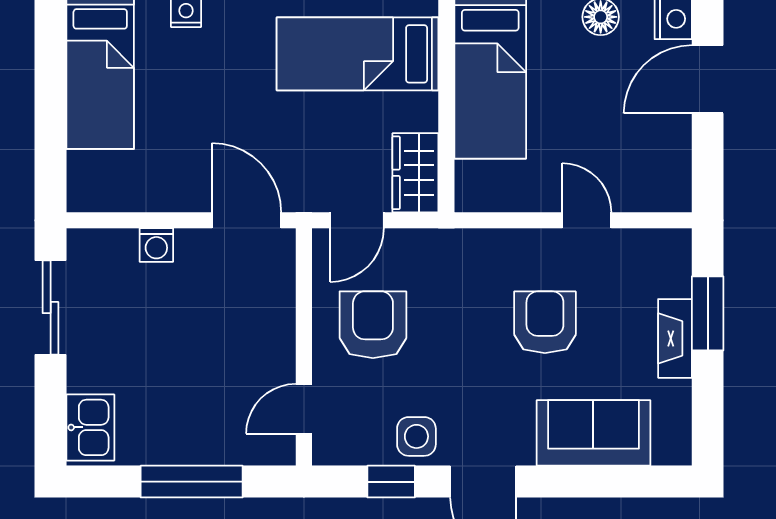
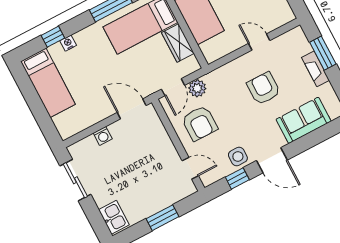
wardrobe: (415, 173) -> (178, 43), moved
plant: (406, 249) -> (197, 88), added
armchair: (373, 325) -> (200, 123), turned 180
door: (304, 409) -> (190, 168), swing flipped
window: (192, 482) -> (163, 218), width x0.69

